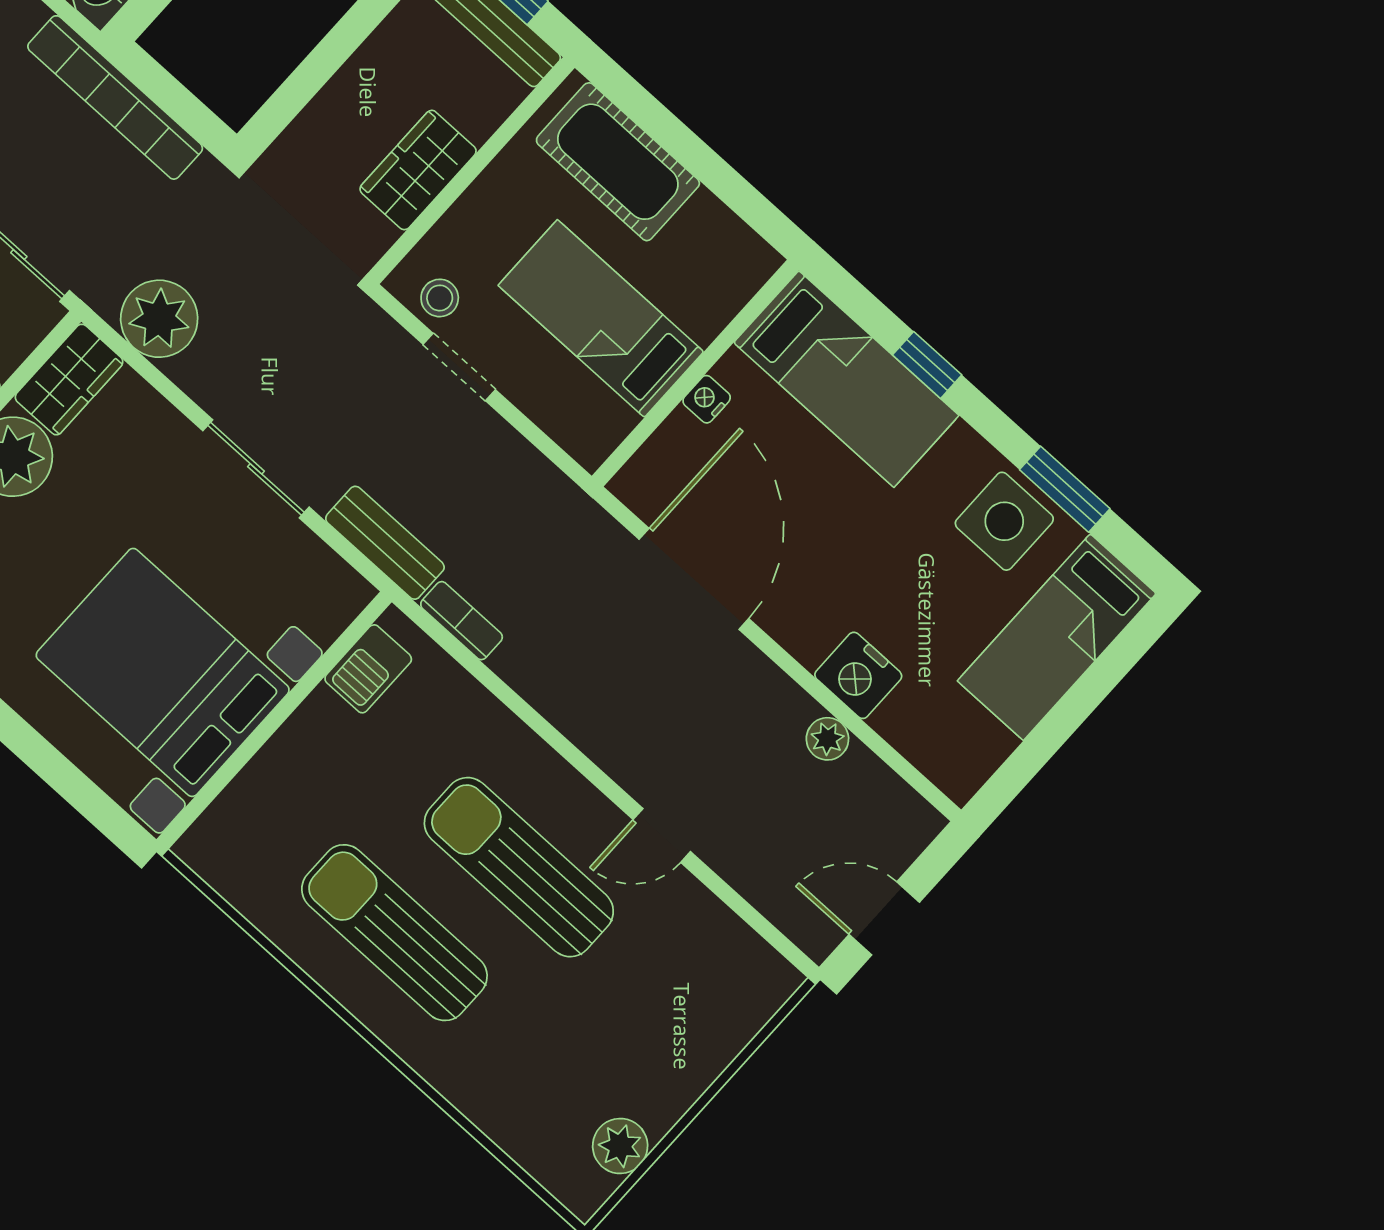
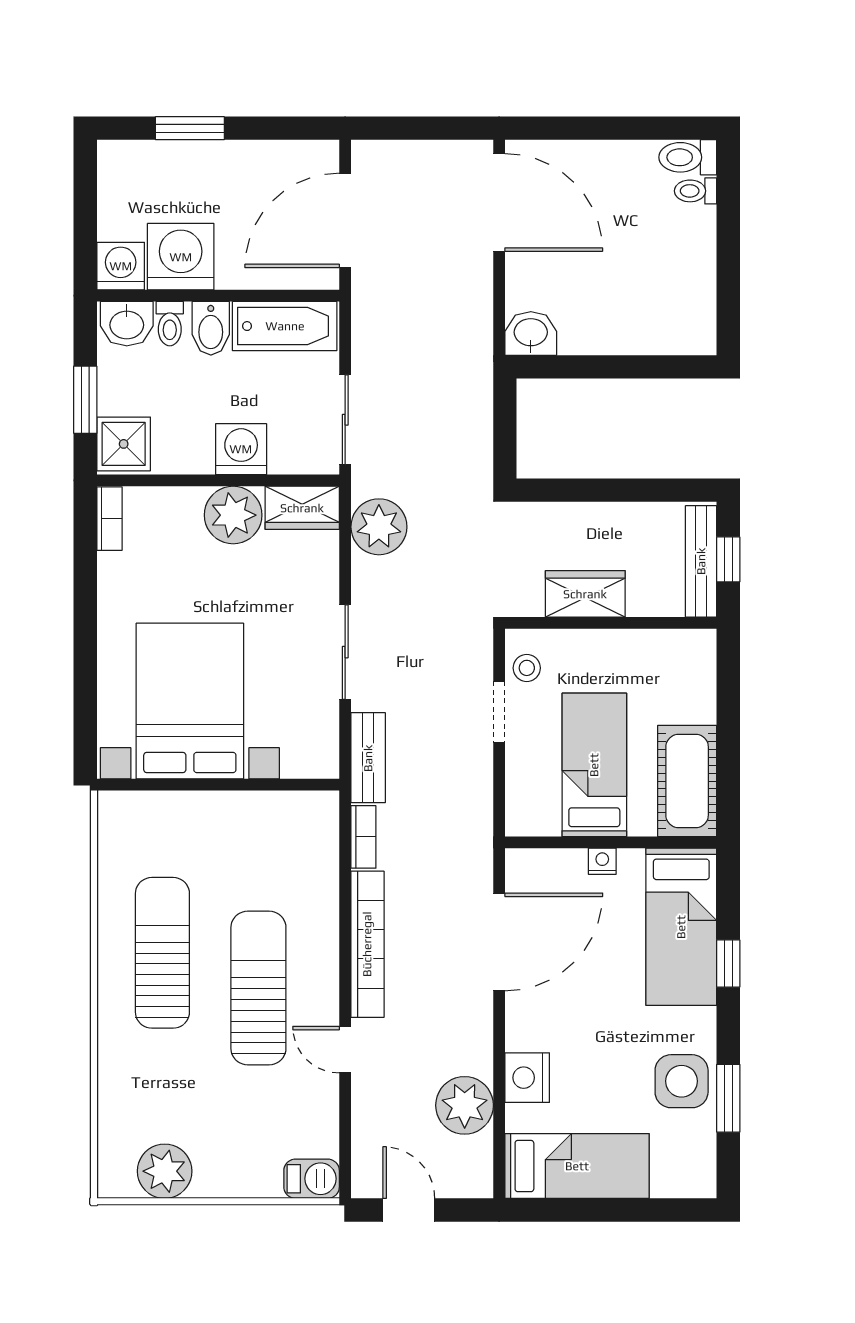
bookcase: (115, 97) -> (367, 944), moved, turned 180
cot: (618, 162) -> (687, 781), moved
bed: (1057, 637) -> (577, 1166), moved, turned 180
barbecue: (368, 669) -> (312, 1179), moved, turned 180
plant: (827, 739) -> (465, 1105), width x1.87, depth x1.87
plant: (620, 1146) -> (165, 1171), width x1.36, depth x1.36

